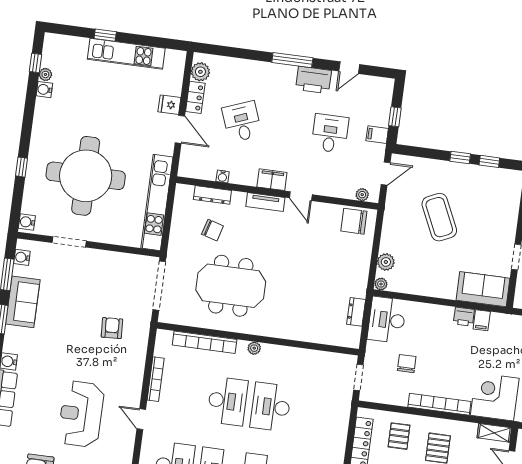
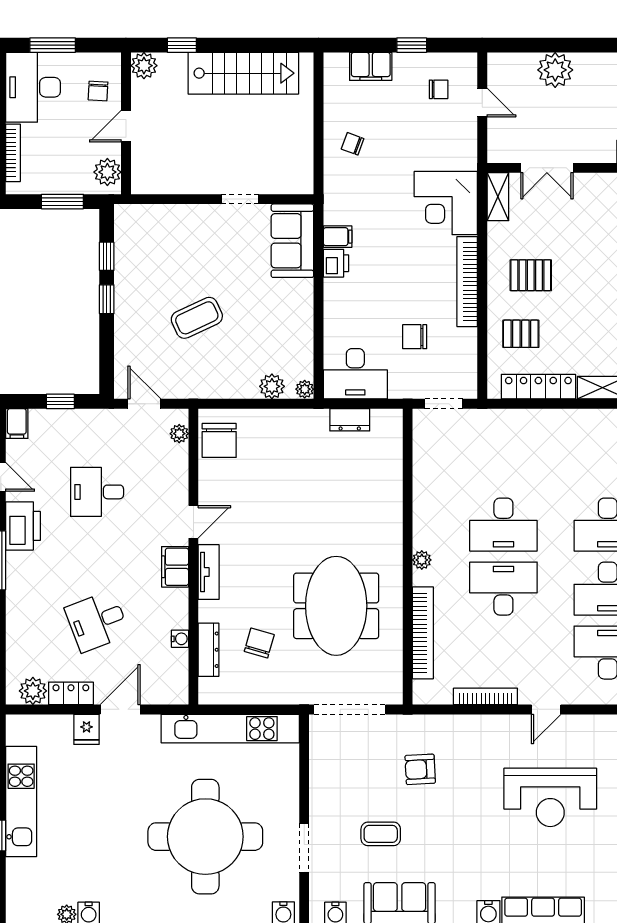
filing cabinet: (377, 135) -> (17, 424), moved
coffee table: (439, 217) -> (197, 318), width x0.73, depth x0.76
coffee table: (72, 295) -> (381, 834), added

